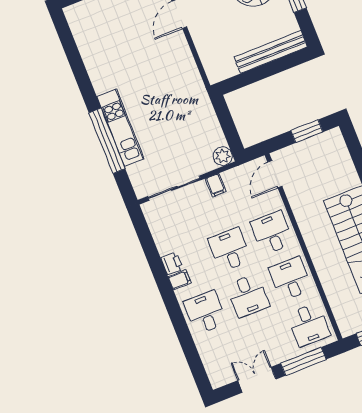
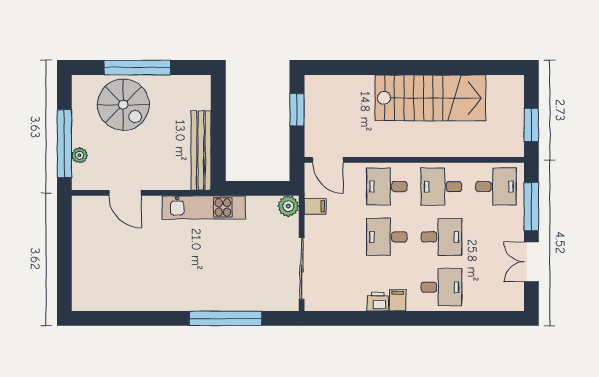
bench: (271, 52) -> (201, 150), moved
kitchen unit: (120, 128) -> (204, 207), moved, turned 180
filing cabinet: (216, 185) -> (315, 206), moved
desk: (205, 312) -> (441, 287), turned 180

